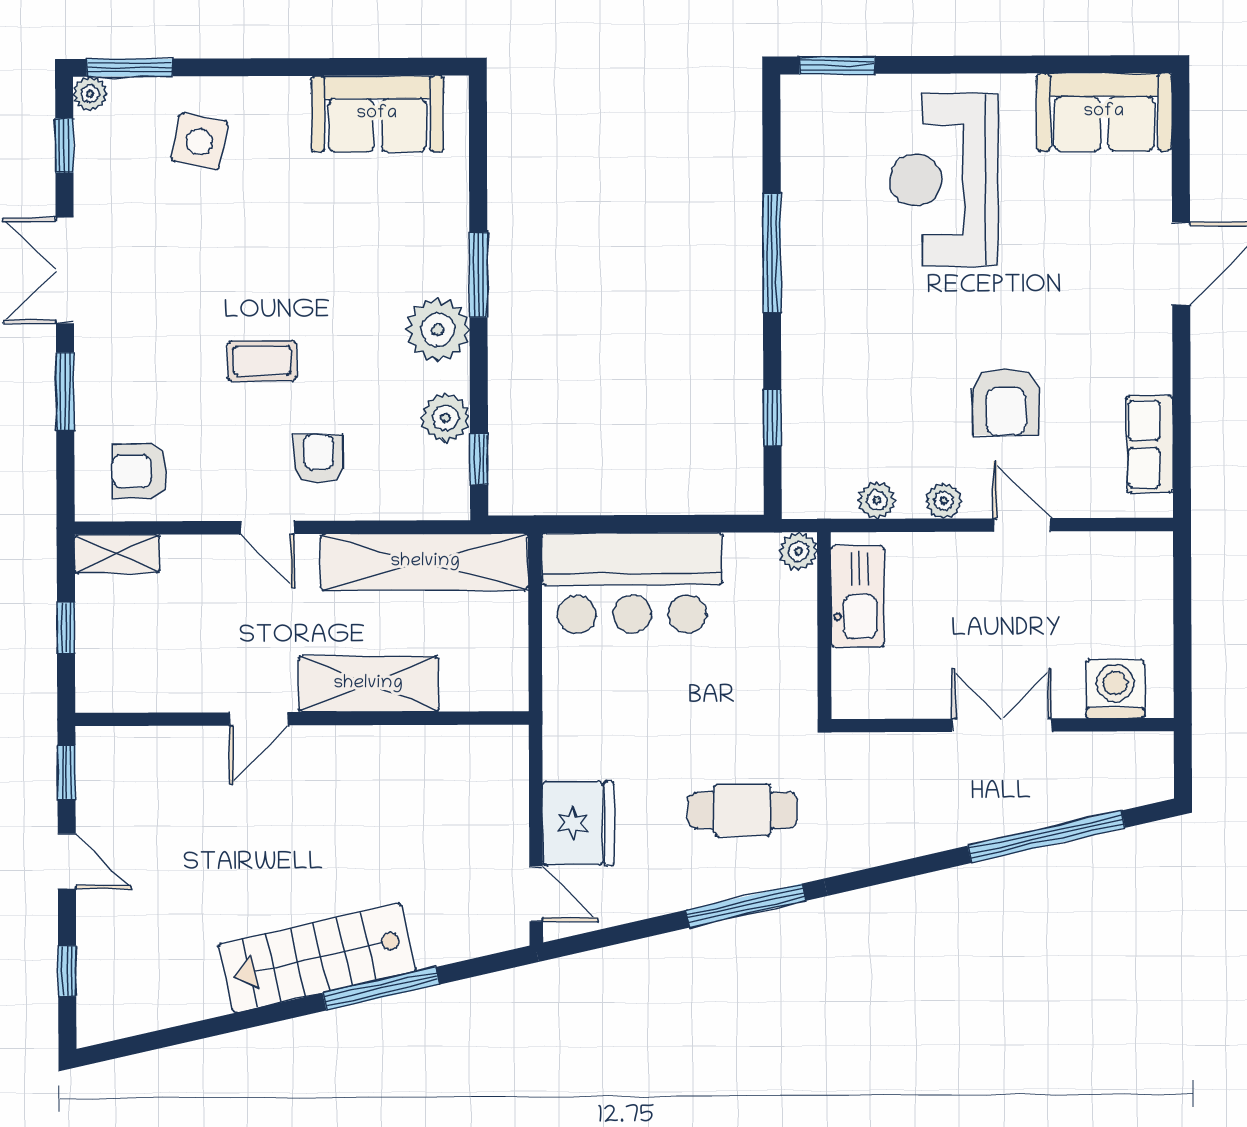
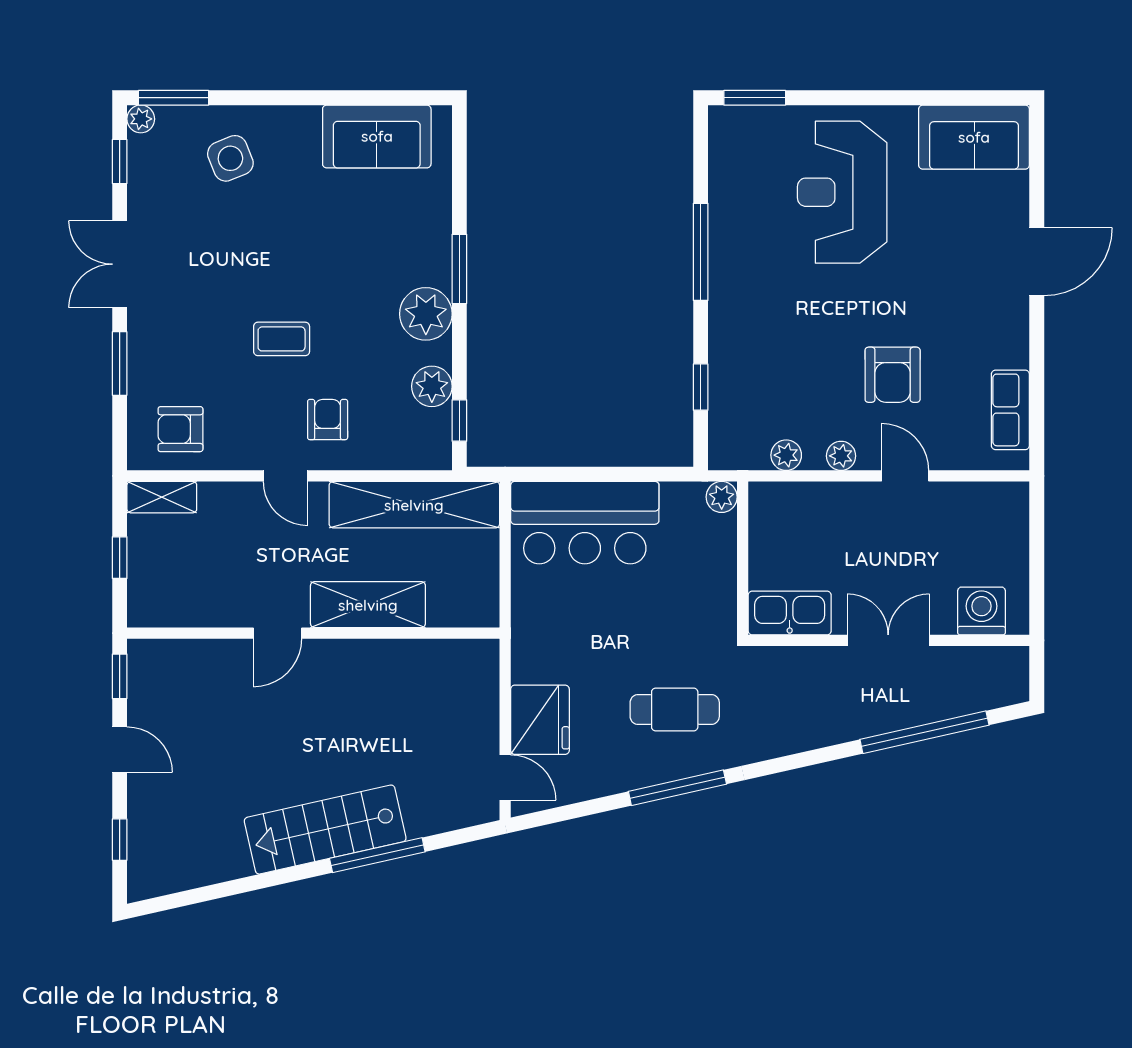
side table: (199, 141) -> (230, 158), turned -33
kitchen sink: (858, 596) -> (790, 613), moved, turned -90

